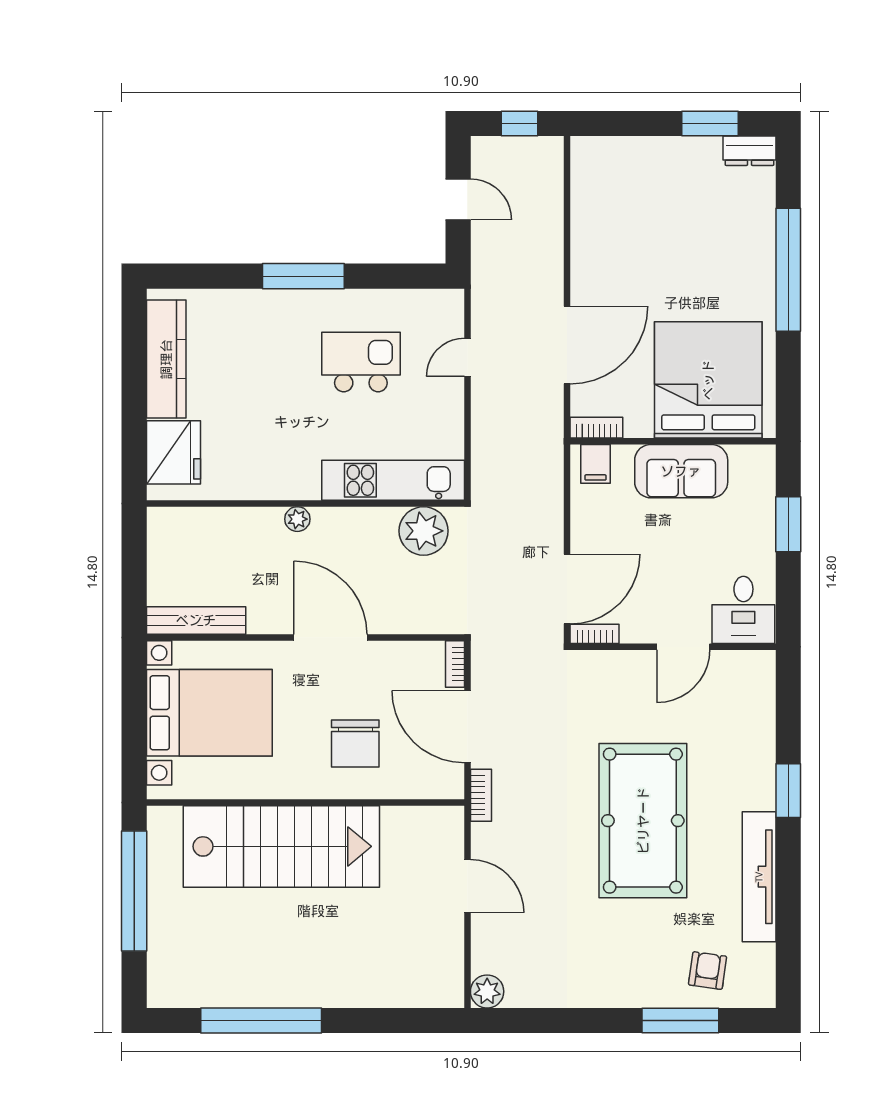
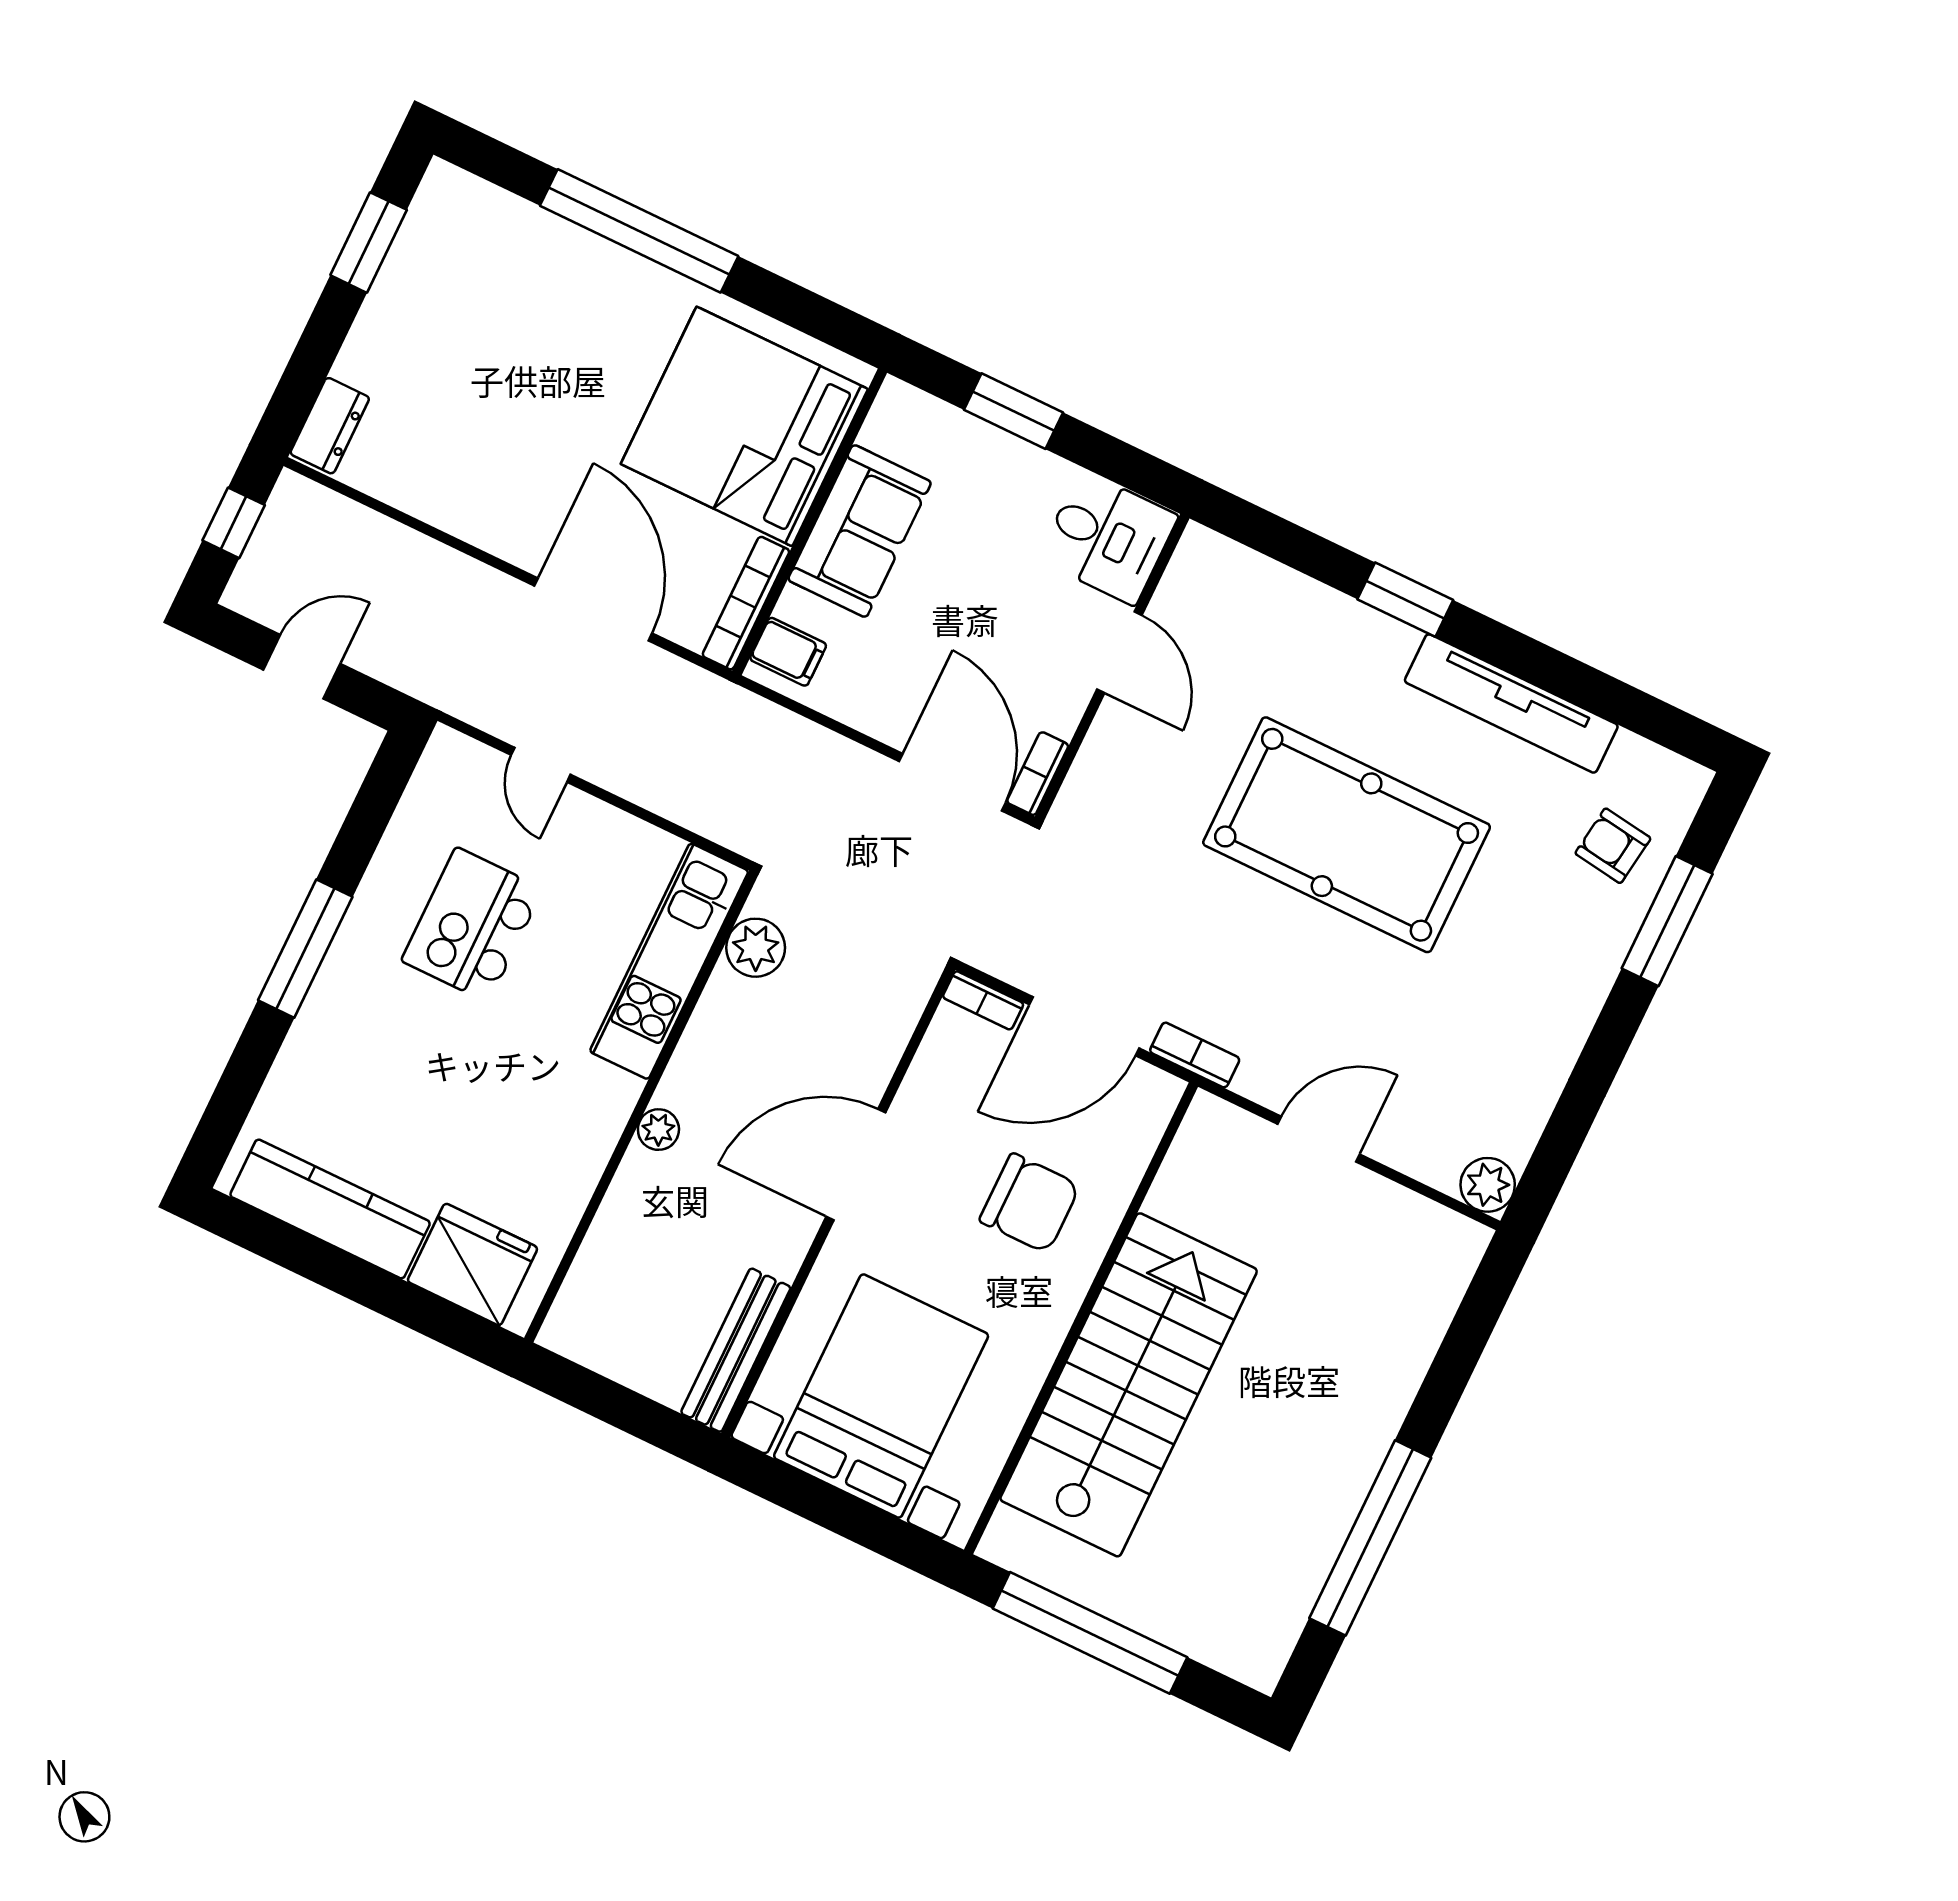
dresser: (749, 151) -> (330, 426), moved
bookcase: (596, 428) -> (746, 603), width x1.56
plant: (424, 531) -> (756, 948), width x0.73, depth x0.73

